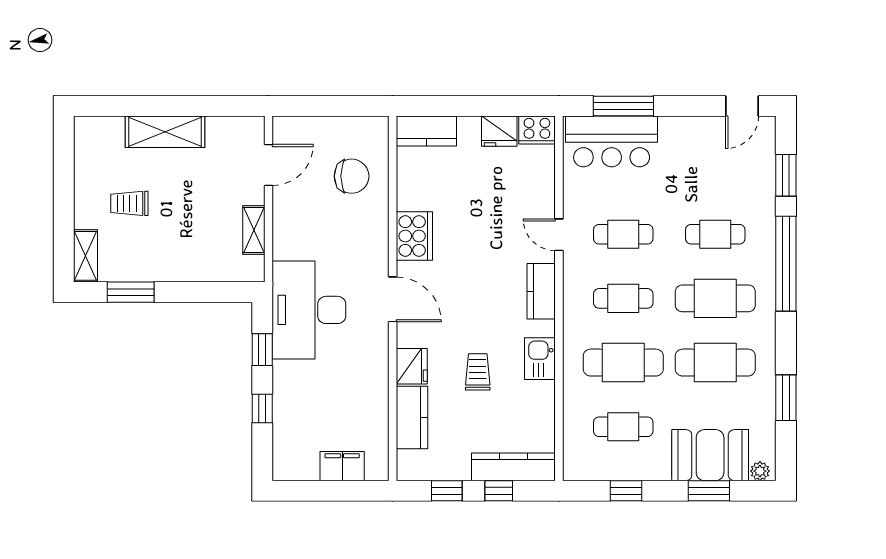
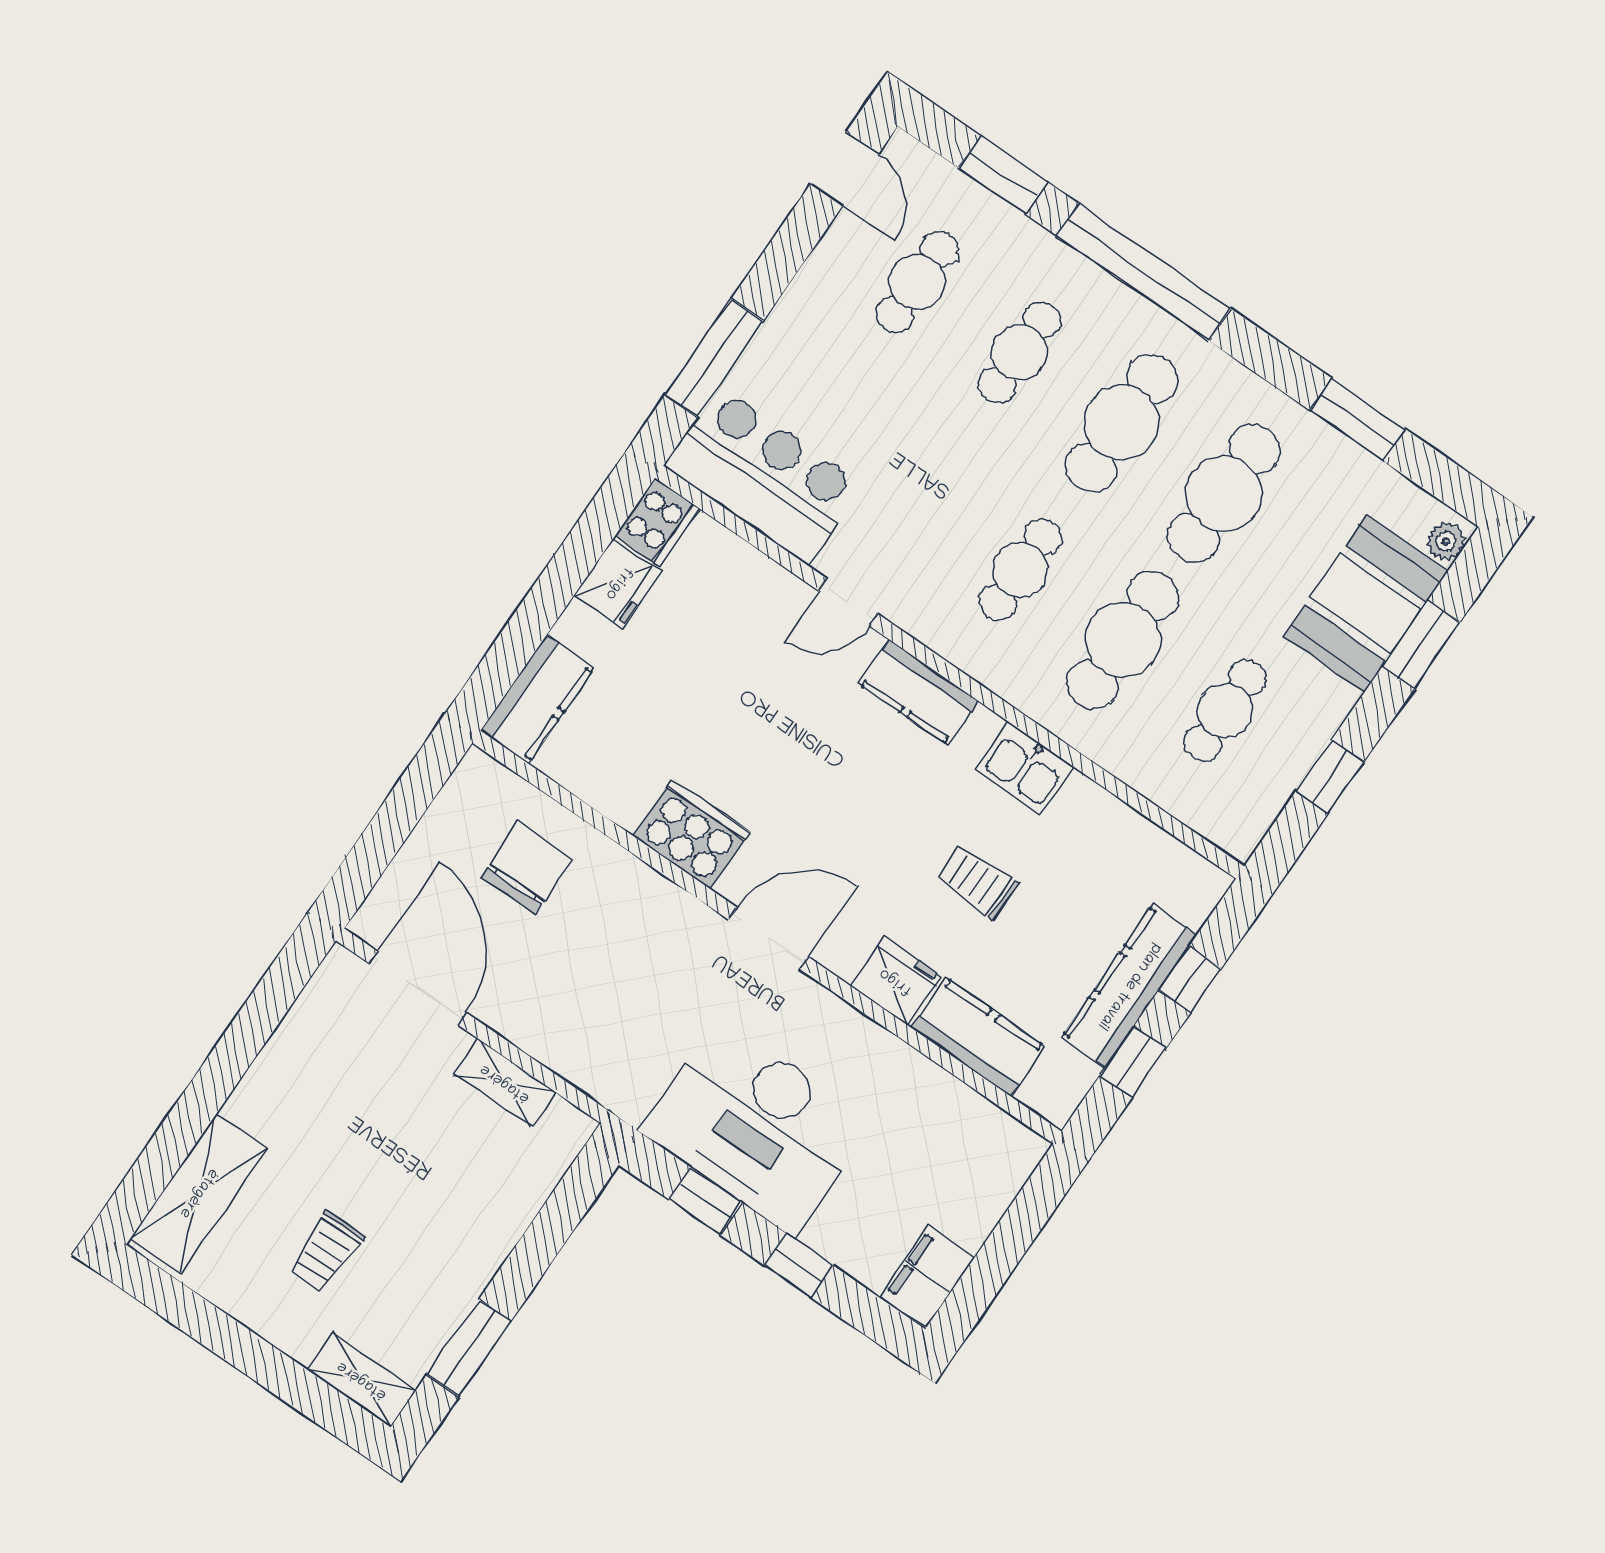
shelving: (165, 132) -> (198, 1193), moved
bar counter: (612, 141) -> (764, 476), moved, turned -90
door: (268, 165) -> (418, 988), width x1.36
cafe table: (623, 234) -> (917, 282), moved
desk: (309, 310) -> (757, 1127), moved
filing cabinet: (342, 466) -> (927, 1276), moved
kitchen counter: (513, 467) -> (1129, 986), moved

